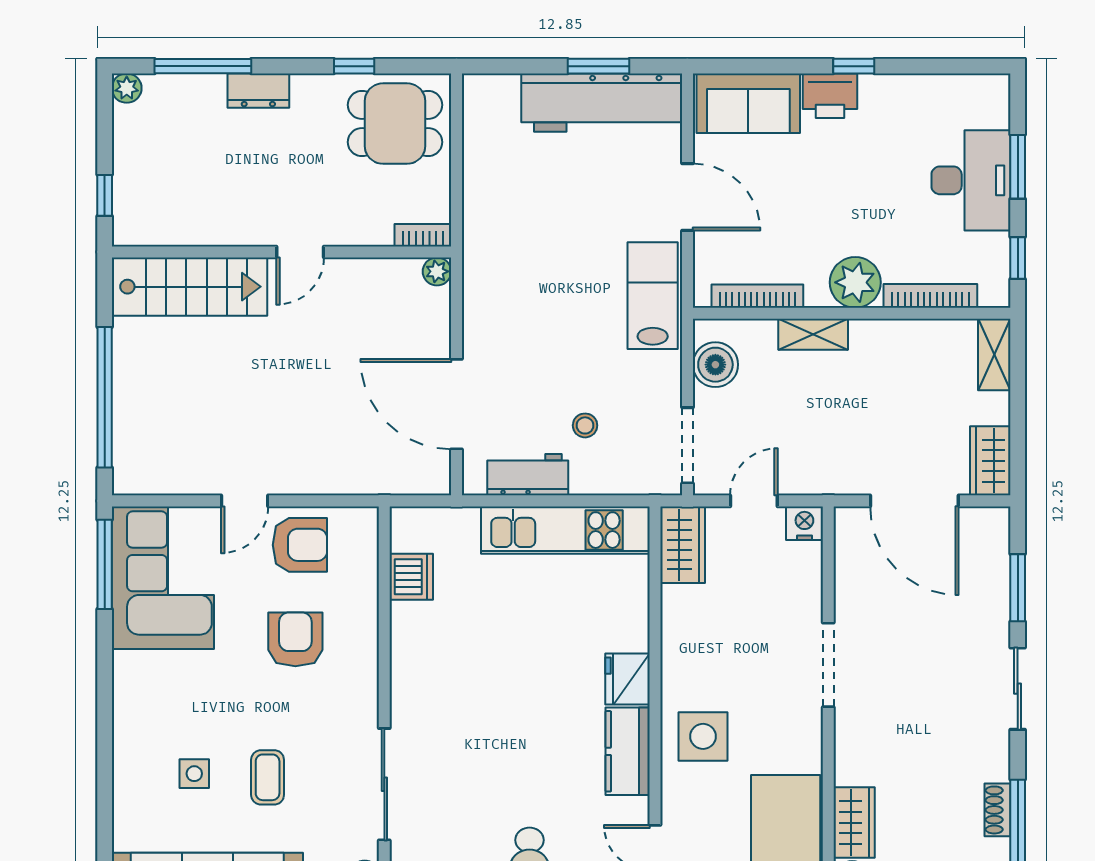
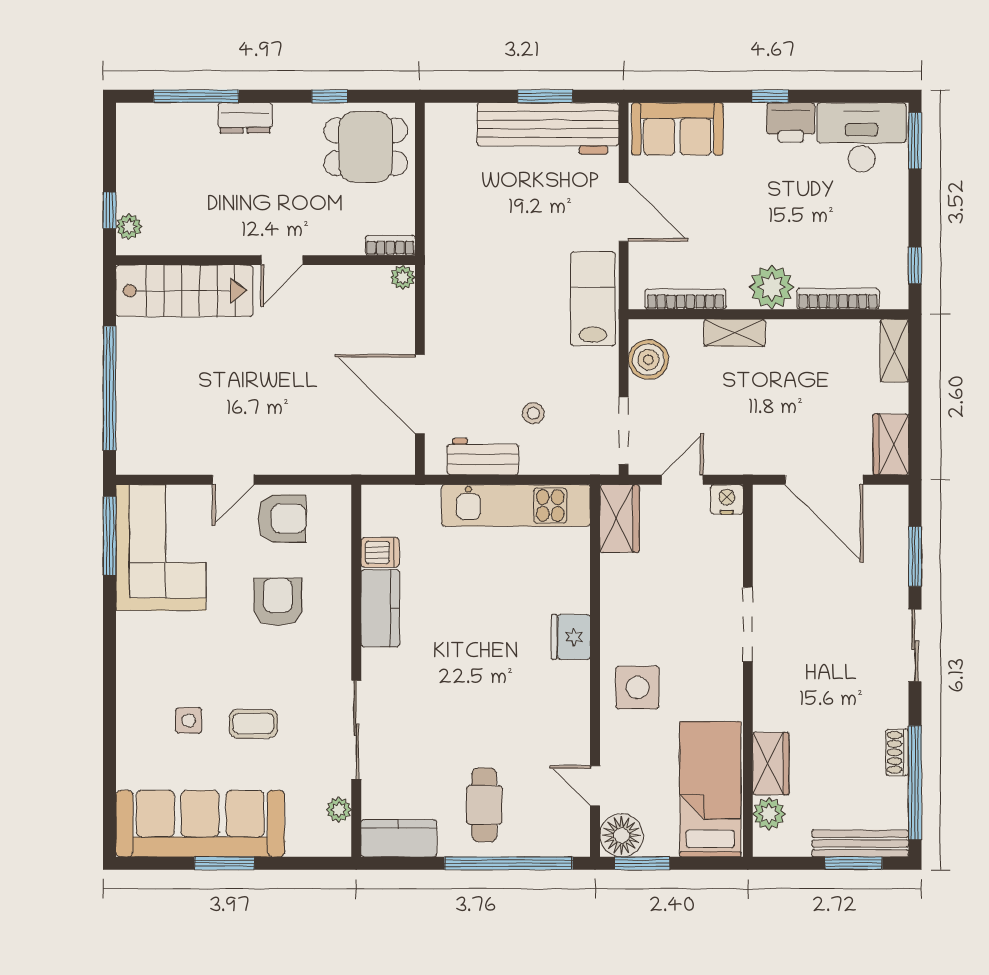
plant: (127, 88) -> (129, 227), moved
printer: (830, 96) -> (791, 122), moved
window: (1018, 167) -> (915, 141), moved
desk: (971, 180) -> (862, 137), moved, turned -90
dishwasher: (411, 577) -> (380, 552), width x0.73
kitchen counter: (628, 751) -> (380, 608), moved, turned 180
coffee table: (268, 777) -> (253, 724), turned 90

